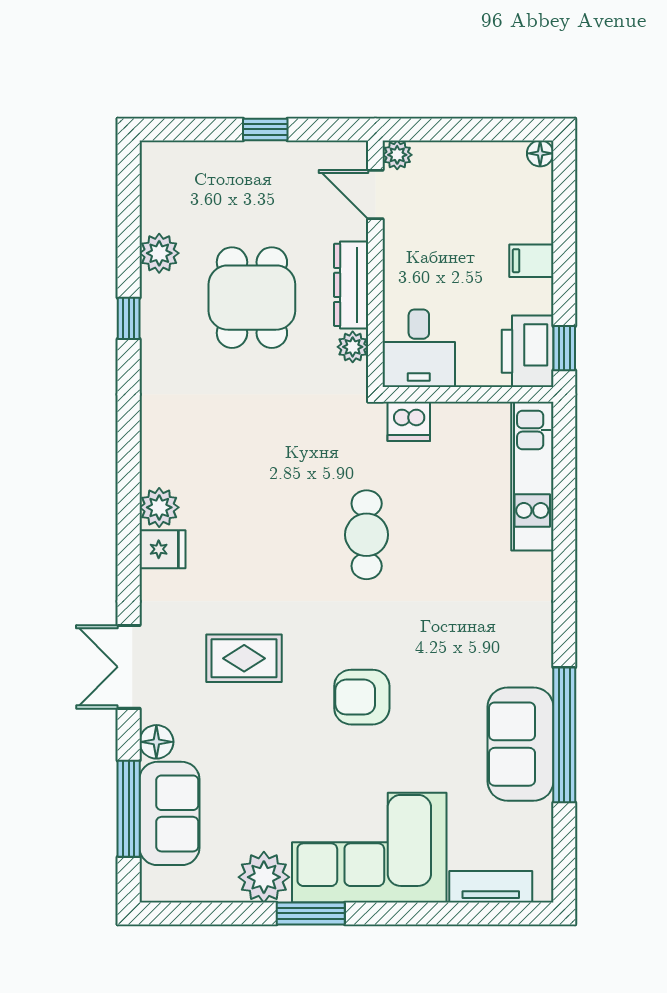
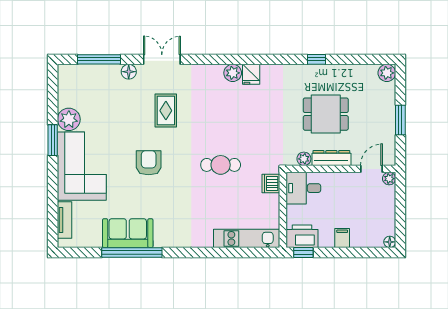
window: (265, 129) -> (400, 120), width x1.50
plant: (159, 253) -> (387, 73), moved
fridge: (162, 549) -> (251, 74), moved
sofa: (169, 813) -> (97, 77), removed

